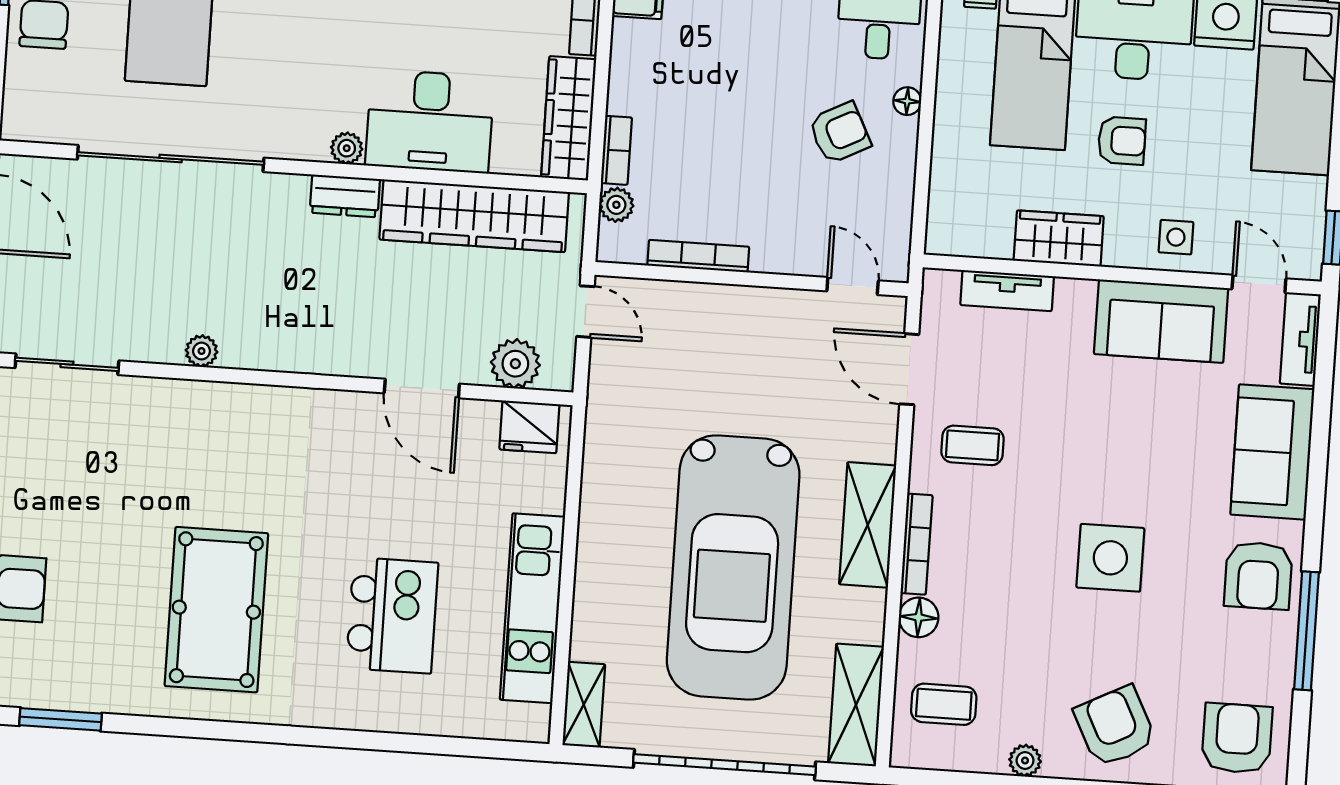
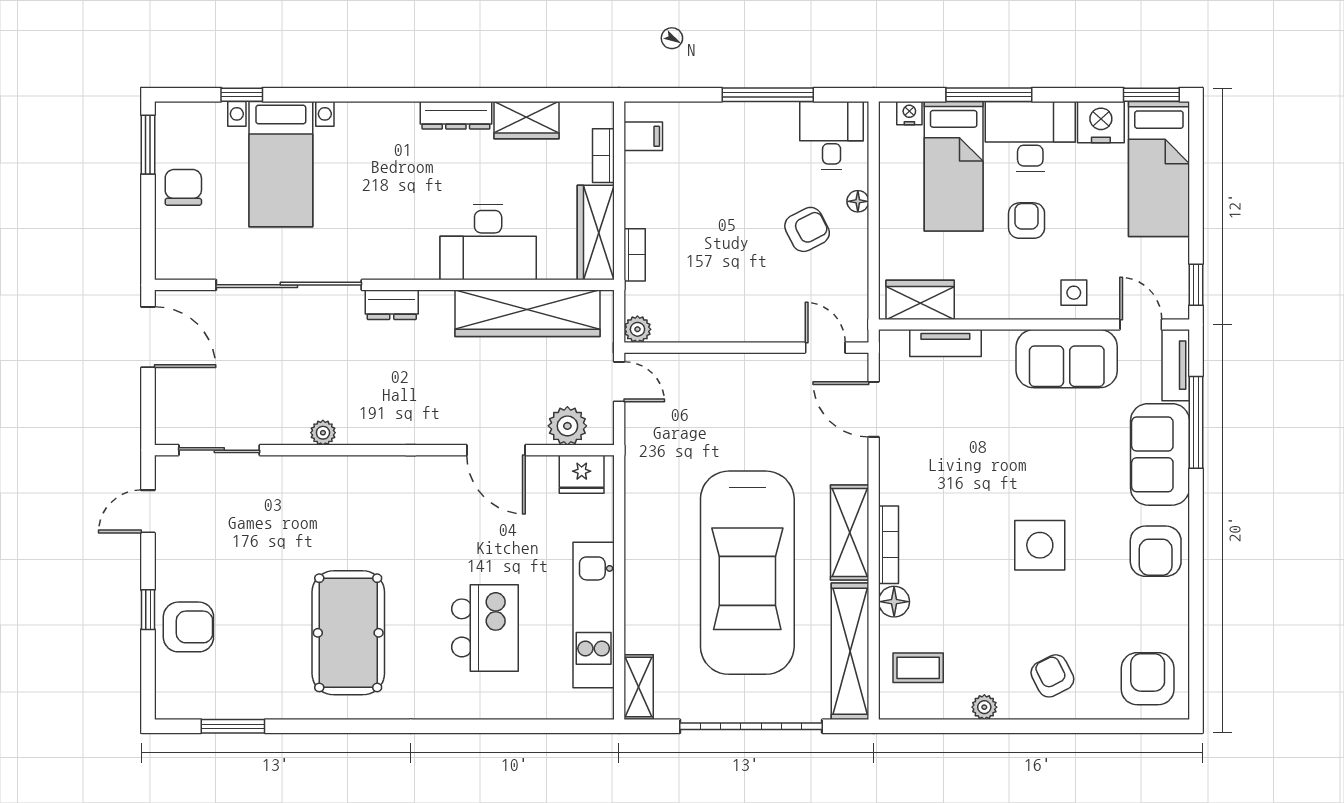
armchair: (1122, 141) -> (1027, 221), turned -90
plant: (347, 148) -> (425, 268), removed
dresser: (345, 196) -> (392, 305), moved
plant: (616, 205) -> (637, 329), moved
wardrobe: (1059, 238) -> (920, 300), moved
bookcase: (698, 256) -> (704, 333), removed
coffee table: (973, 445) -> (927, 465), removed
window: (1306, 631) -> (1196, 422), moved
shelving: (856, 705) -> (850, 651), width x1.47
armchair: (1115, 726) -> (1052, 676), width x0.72, depth x0.72

